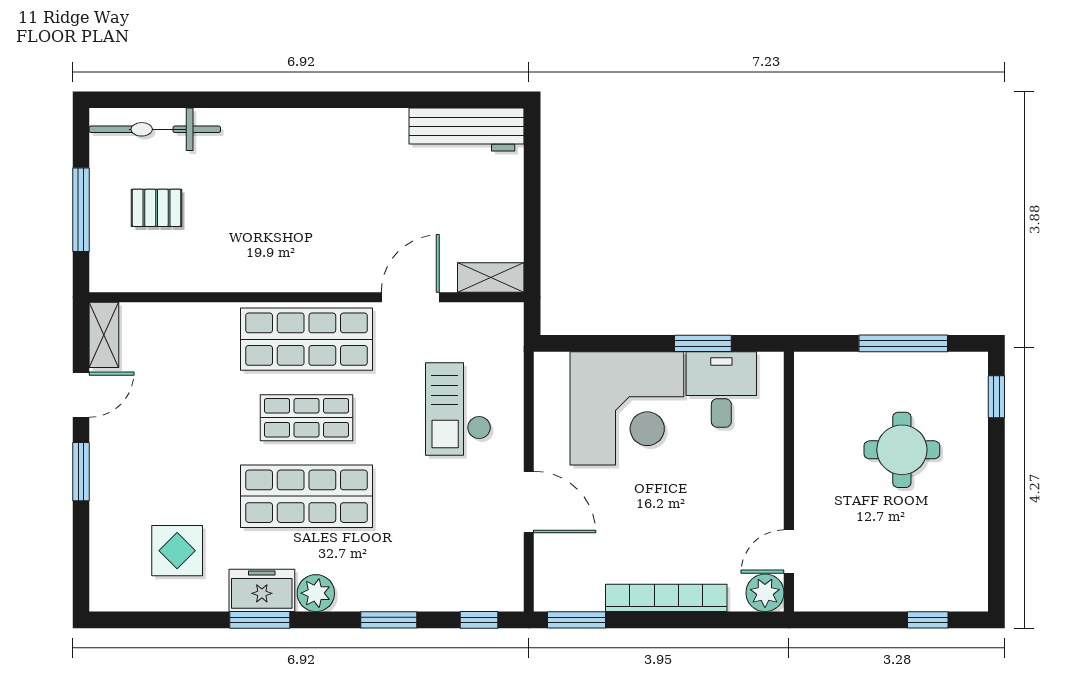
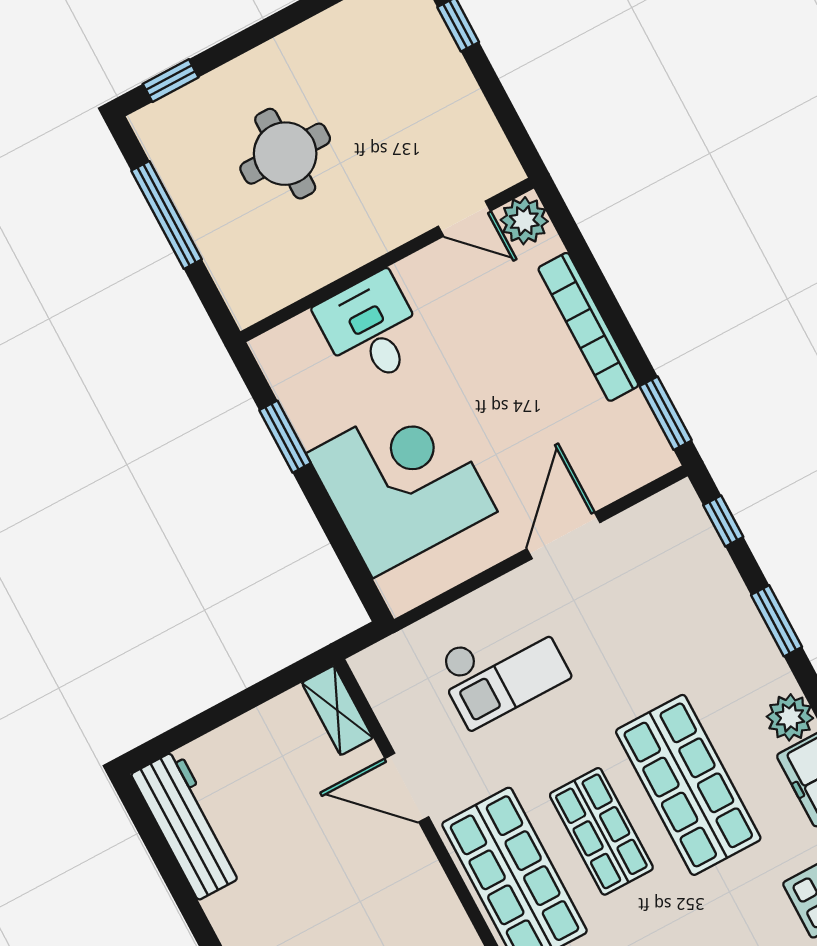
desk: (721, 390) -> (371, 329), moved, turned 90

